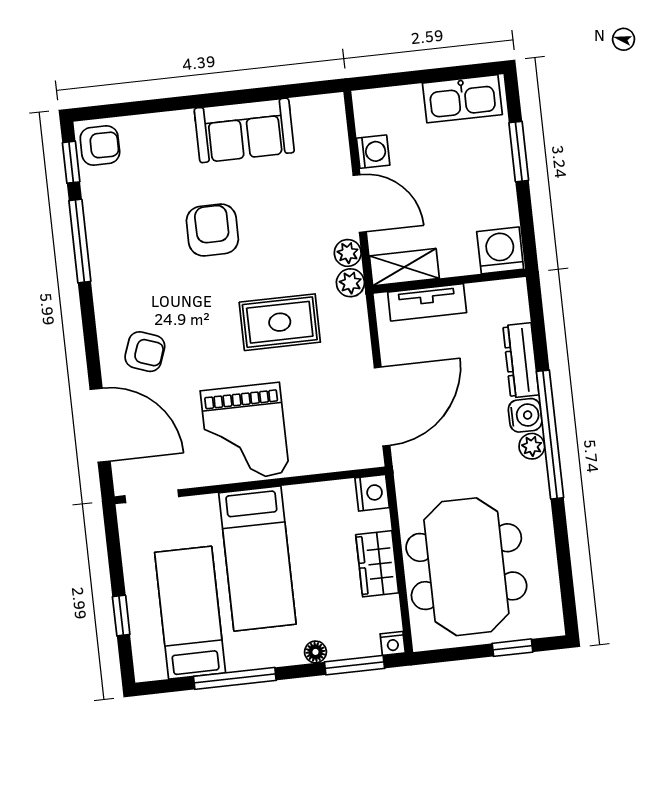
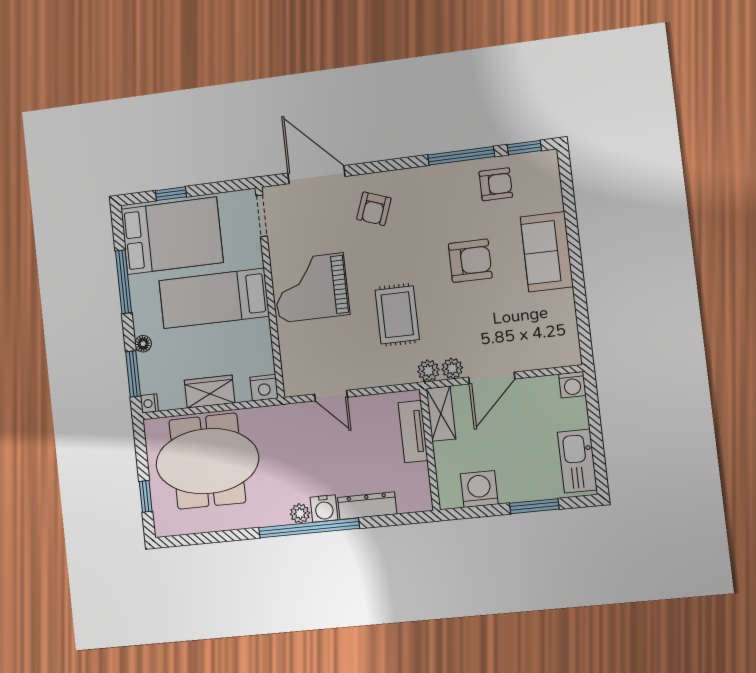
sofa: (244, 130) -> (547, 252), moved
armchair: (100, 145) -> (496, 184), moved, turned -90
washing machine: (373, 152) -> (572, 385), moved
washing machine: (500, 250) -> (479, 489), moved, turned -90
door: (382, 407) -> (331, 396), width x0.53
door: (100, 425) -> (316, 175), swing flipped
bed: (190, 613) -> (172, 236), width x1.50

